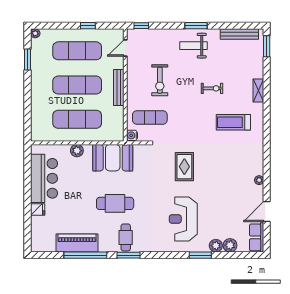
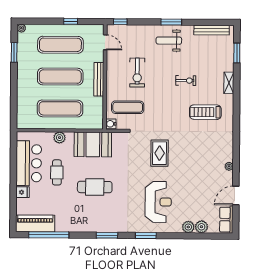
window: (267, 46) -> (237, 53), moved
door: (125, 48) -> (105, 42), swing flipped
reception desk: (183, 219) -> (158, 202), turned 180
cafe table: (126, 237) -> (57, 172), moved
piano: (77, 243) -> (35, 223), moved
window: (85, 255) -> (49, 235), moved
window: (200, 255) -> (146, 236), moved

